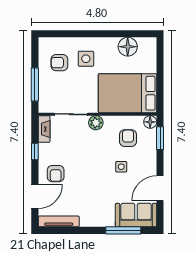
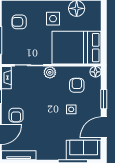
side table: (86, 59) -> (53, 19), moved
window: (160, 138) -> (104, 99), moved

